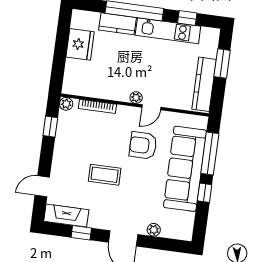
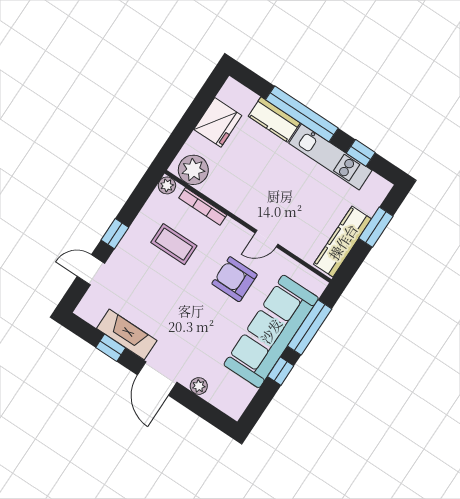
plant: (136, 98) -> (193, 170), moved, width x1.88, depth x1.88
window: (50, 127) -> (115, 234), moved
coffee table: (105, 175) -> (174, 244), moved
fireplace: (66, 215) -> (127, 334), moved

